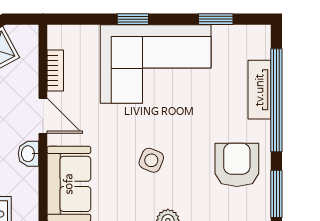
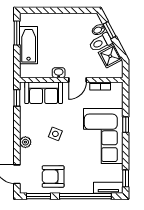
window: (216, 19) -> (126, 178), moved
tv unit: (260, 90) -> (108, 188), moved
armchair: (237, 165) -> (53, 177), turned 180

